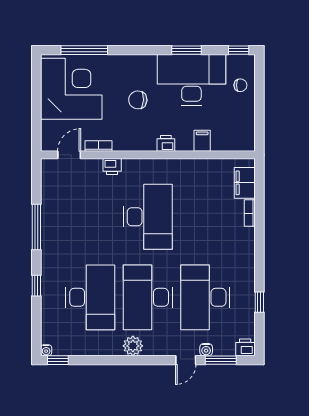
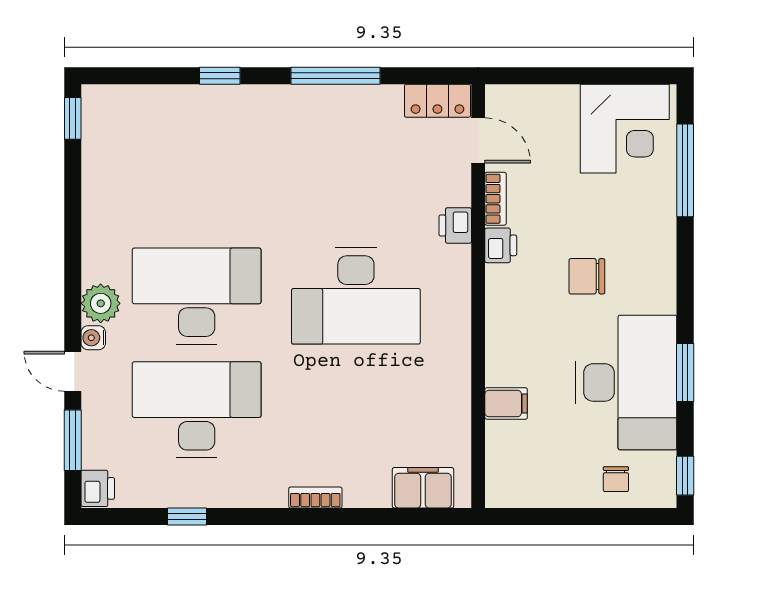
corner desk: (71, 89) -> (625, 129), width x0.74, depth x0.74
chair: (138, 100) -> (587, 276), turned -93
printer: (166, 143) -> (501, 245), moved
locker: (49, 175) -> (437, 101), added
bookcase: (250, 213) -> (315, 498), moved
desk: (90, 297) -> (197, 182), removed
plant: (133, 346) -> (101, 303), moved
water cooler: (46, 350) -> (92, 95), removed
water cooler: (206, 350) -> (93, 338), moved

